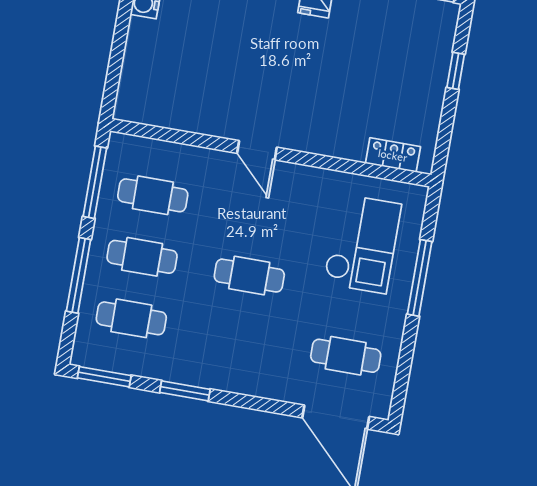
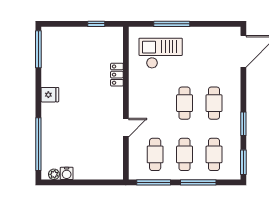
window: (456, 71) -> (96, 24), moved
door: (257, 150) -> (126, 128), moved
locker: (393, 155) -> (117, 75), moved
cafe table: (346, 356) -> (214, 103), moved

